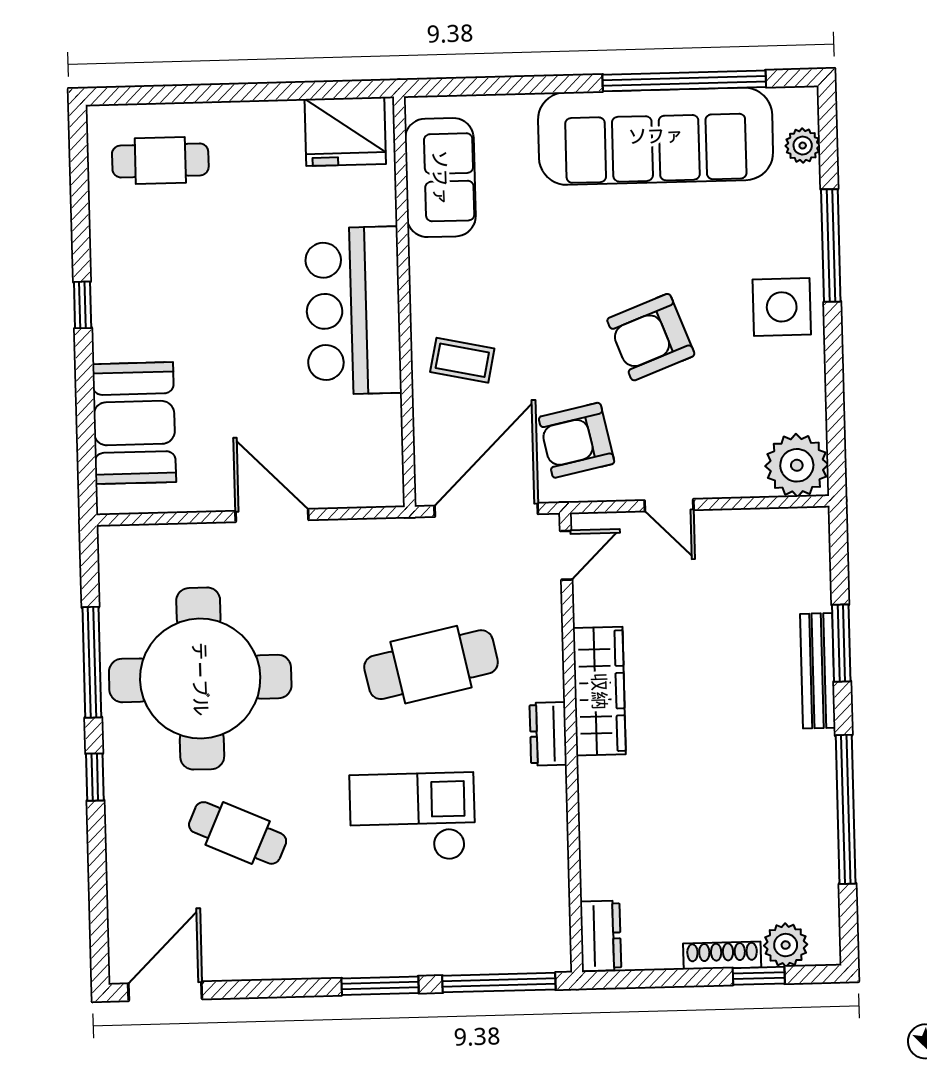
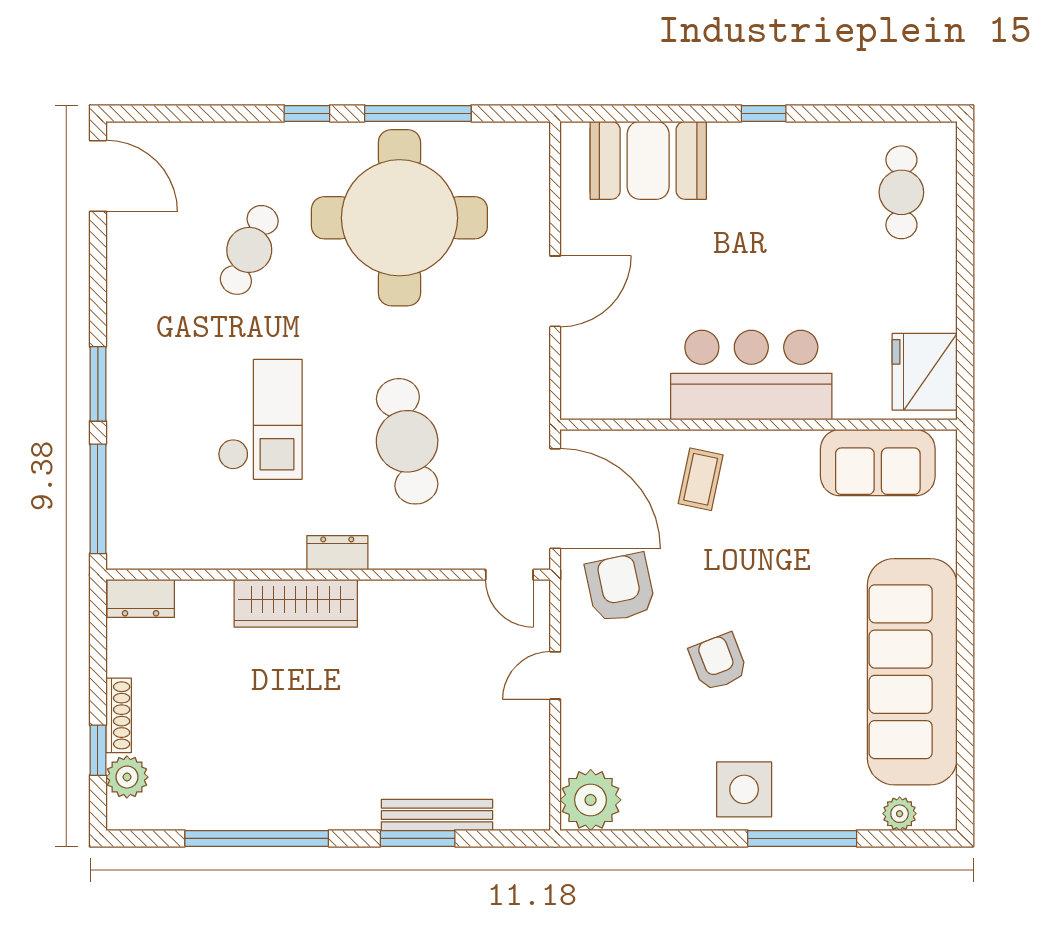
window: (684, 81) -> (965, 701), removed
armchair: (651, 337) -> (718, 662), width x0.72, depth x0.72
bench: (818, 671) -> (437, 815), moved
wardrobe: (599, 691) -> (296, 603), moved

